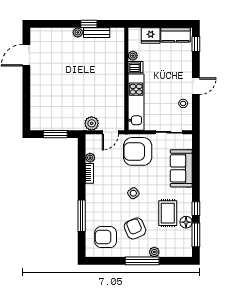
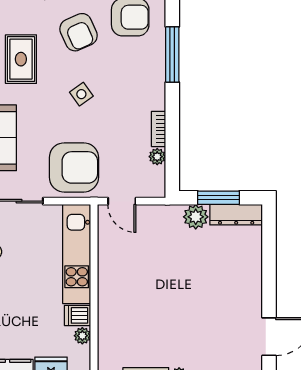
plant: (92, 123) -> (196, 217), moved
dresser: (45, 125) -> (236, 215), added
door: (110, 132) -> (122, 201), swing flipped

